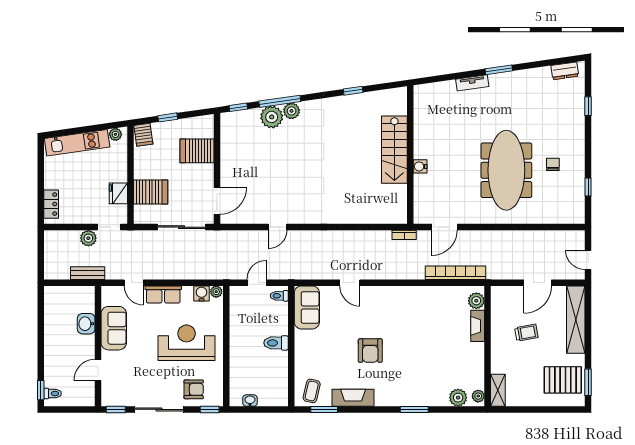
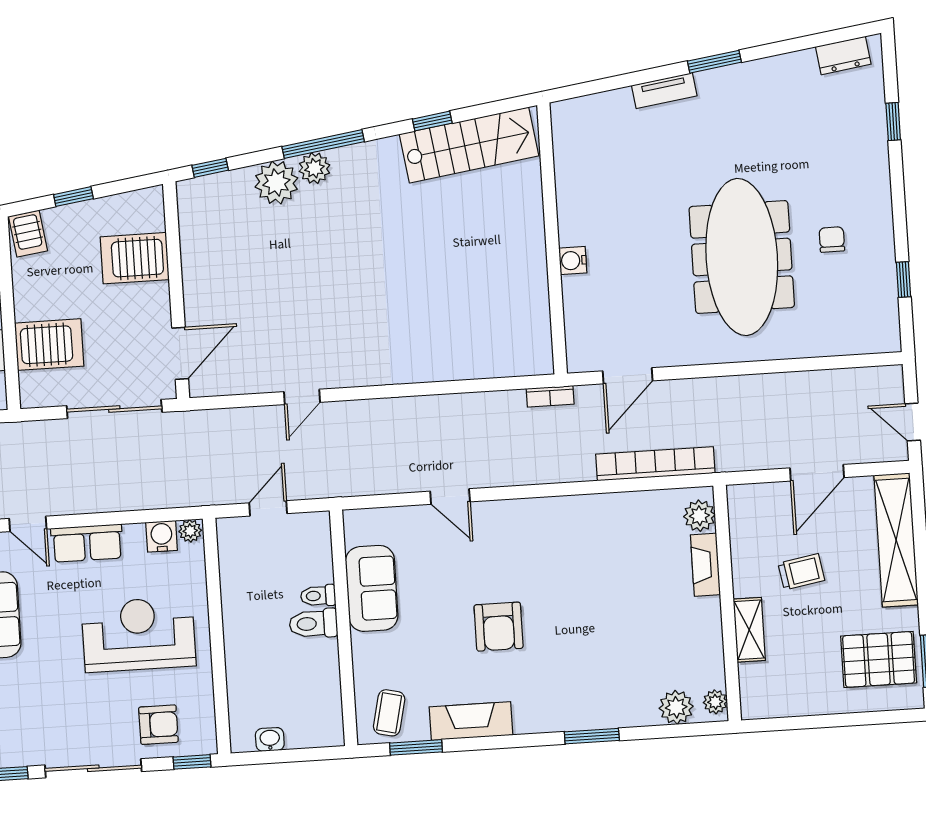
window: (280, 101) -> (323, 144), moved
stairs: (394, 150) -> (469, 145), moved, turned -98
toilet: (279, 296) -> (318, 596), moved
sofa: (307, 307) -> (372, 588), moved
shelving: (498, 390) -> (749, 630), moved

